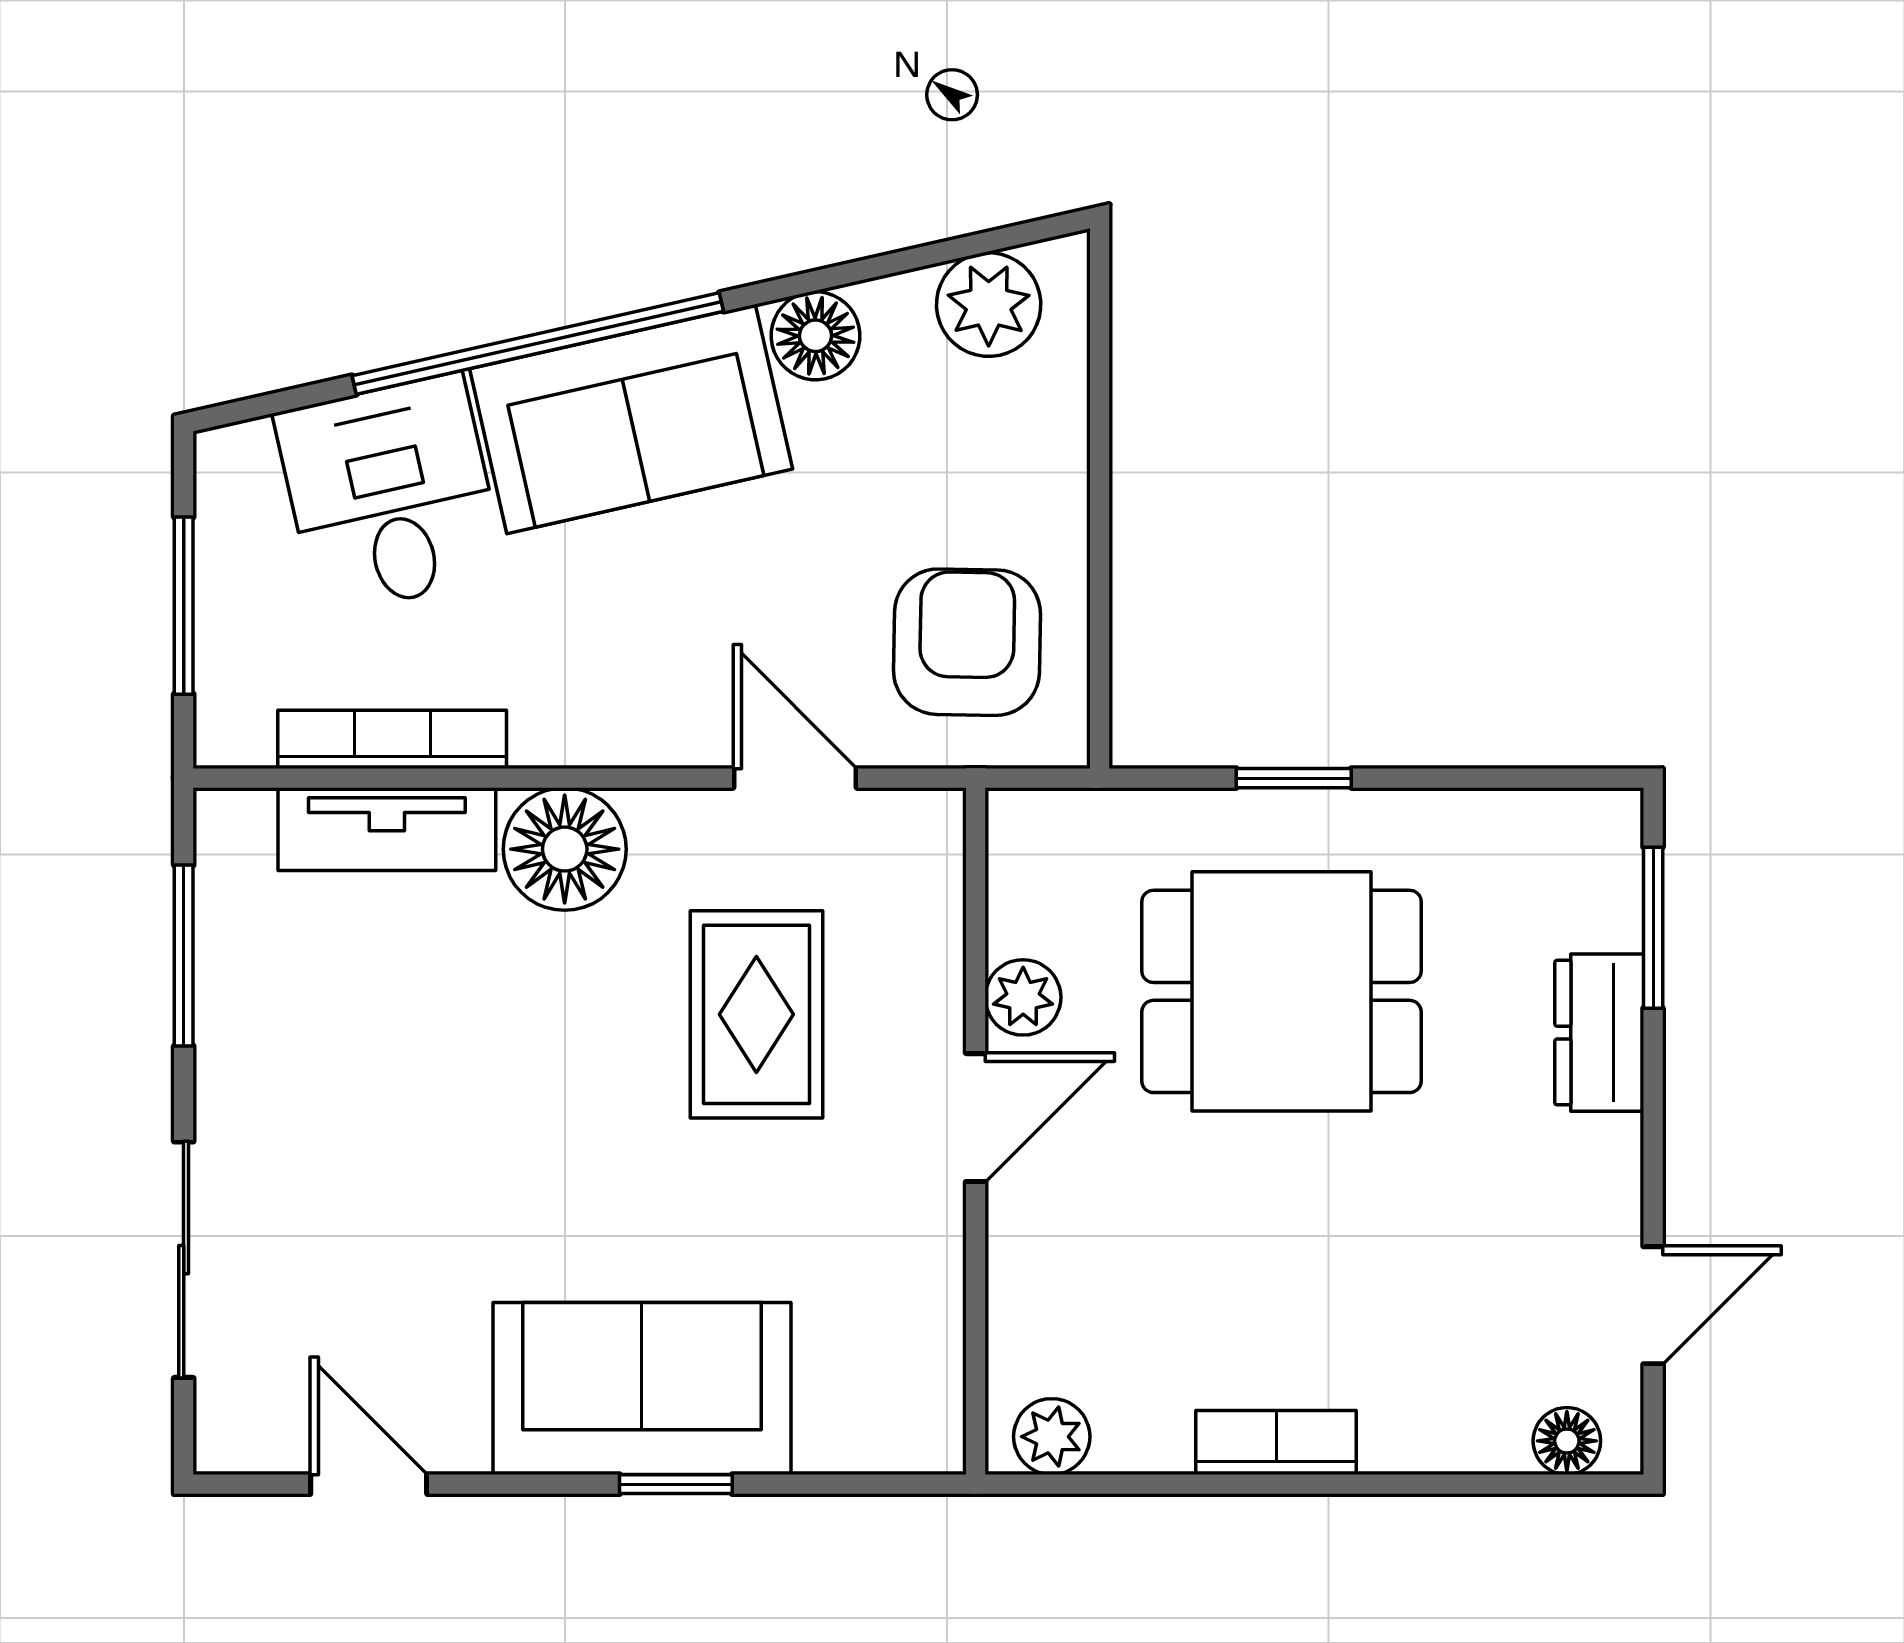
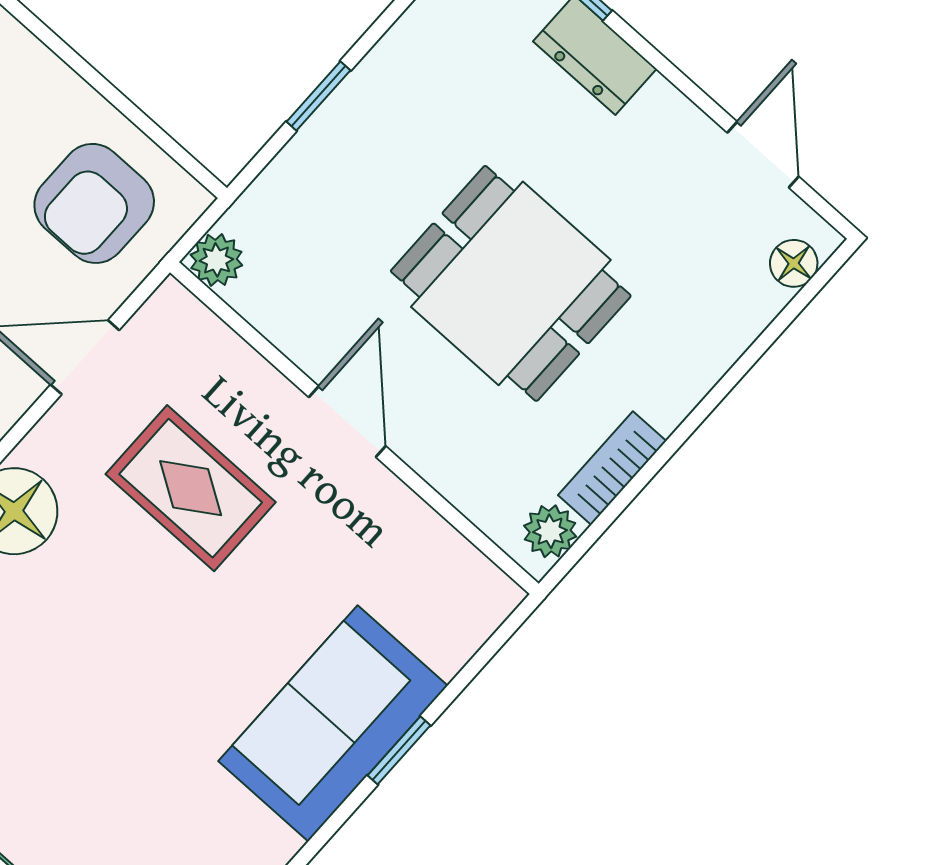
armchair: (967, 642) -> (94, 203), turned -91
dining table: (1281, 991) -> (511, 283), moved, turned 90
plant: (1023, 997) -> (216, 260), moved
bookcase: (1276, 1443) -> (612, 468), moved

